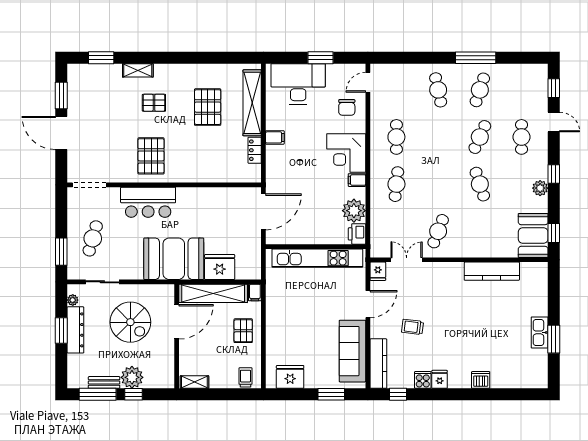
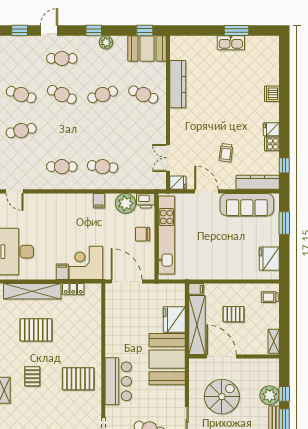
chair: (347, 107) -> (143, 234), moved, turned 180
corner desk: (346, 153) -> (86, 263), moved, turned 180
cafe table: (438, 231) -> (143, 95), moved
pallet: (243, 331) -> (234, 314), moved

